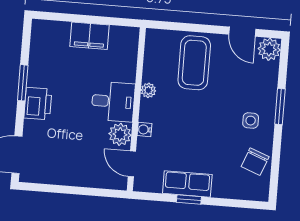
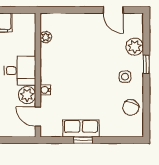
plant: (269, 49) -> (135, 47), moved
coffee table: (194, 63) -> (79, 36), removed
plant: (148, 90) -> (46, 37), moved
window: (280, 107) -> (146, 64), width x0.67

